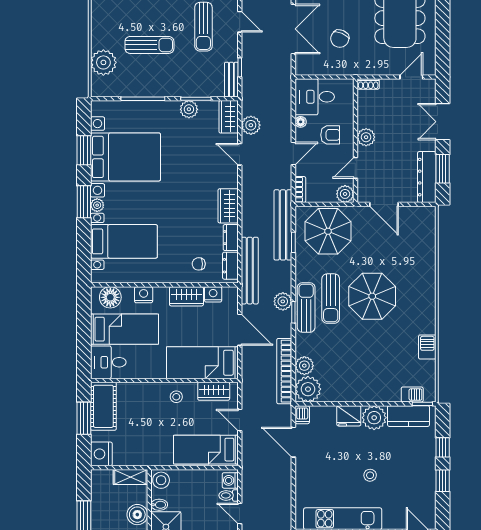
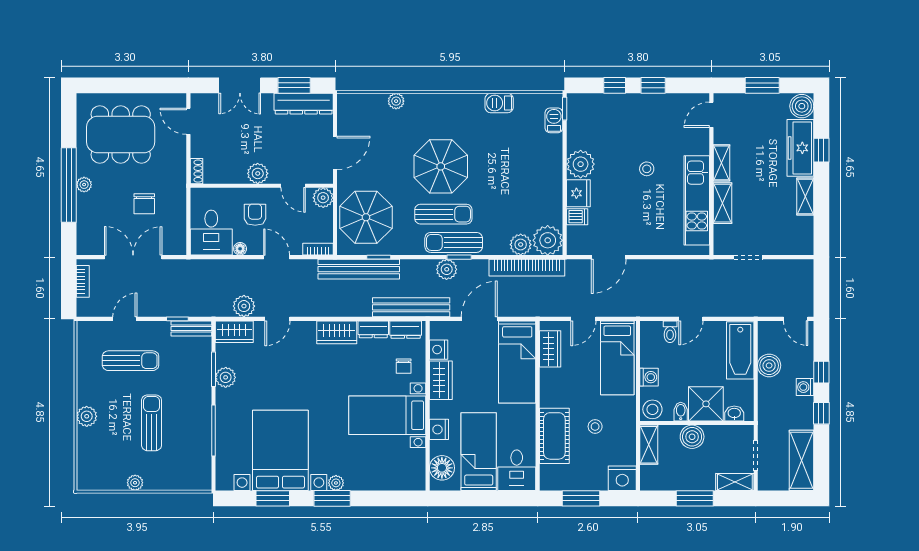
chair: (340, 39) -> (144, 204), turned 67
plant: (103, 62) -> (135, 483), moved, width x0.53, depth x0.53
bed with nightstands: (124, 241) -> (387, 415), moved, turned -90
plant: (429, 257) -> (396, 101), added
stool: (176, 397) -> (595, 427), moved
cot: (103, 406) -> (554, 436), moved, turned 90
dishwasher: (302, 415) -> (577, 217), moved
kitchen counter: (409, 416) -> (579, 125), removed
washing machine: (230, 480) -> (649, 377), moved, turned -90

